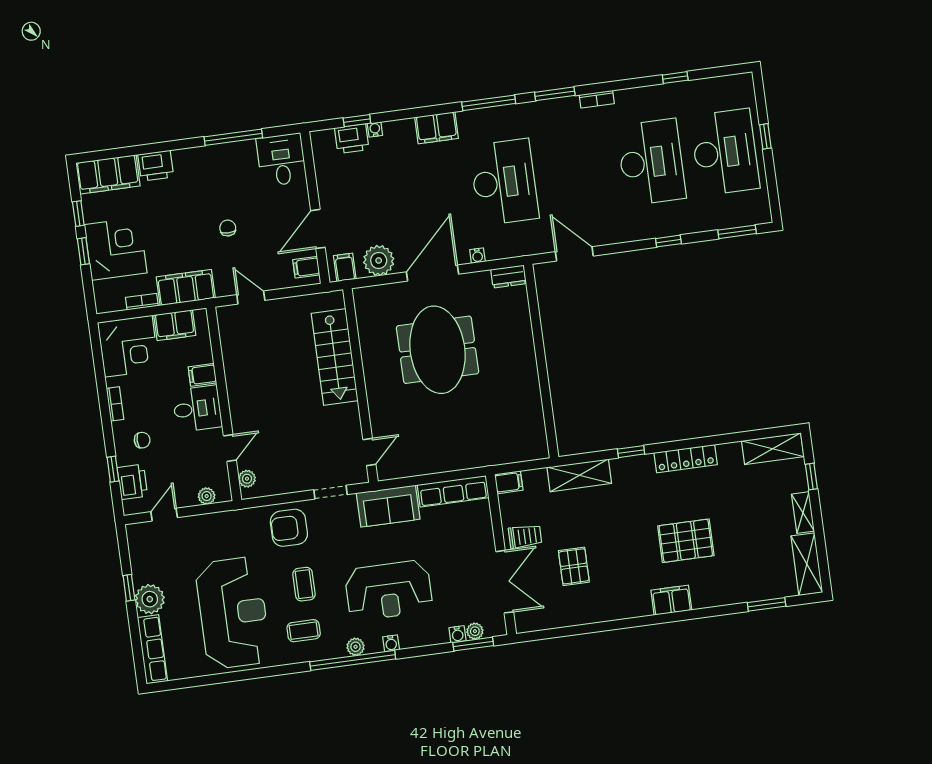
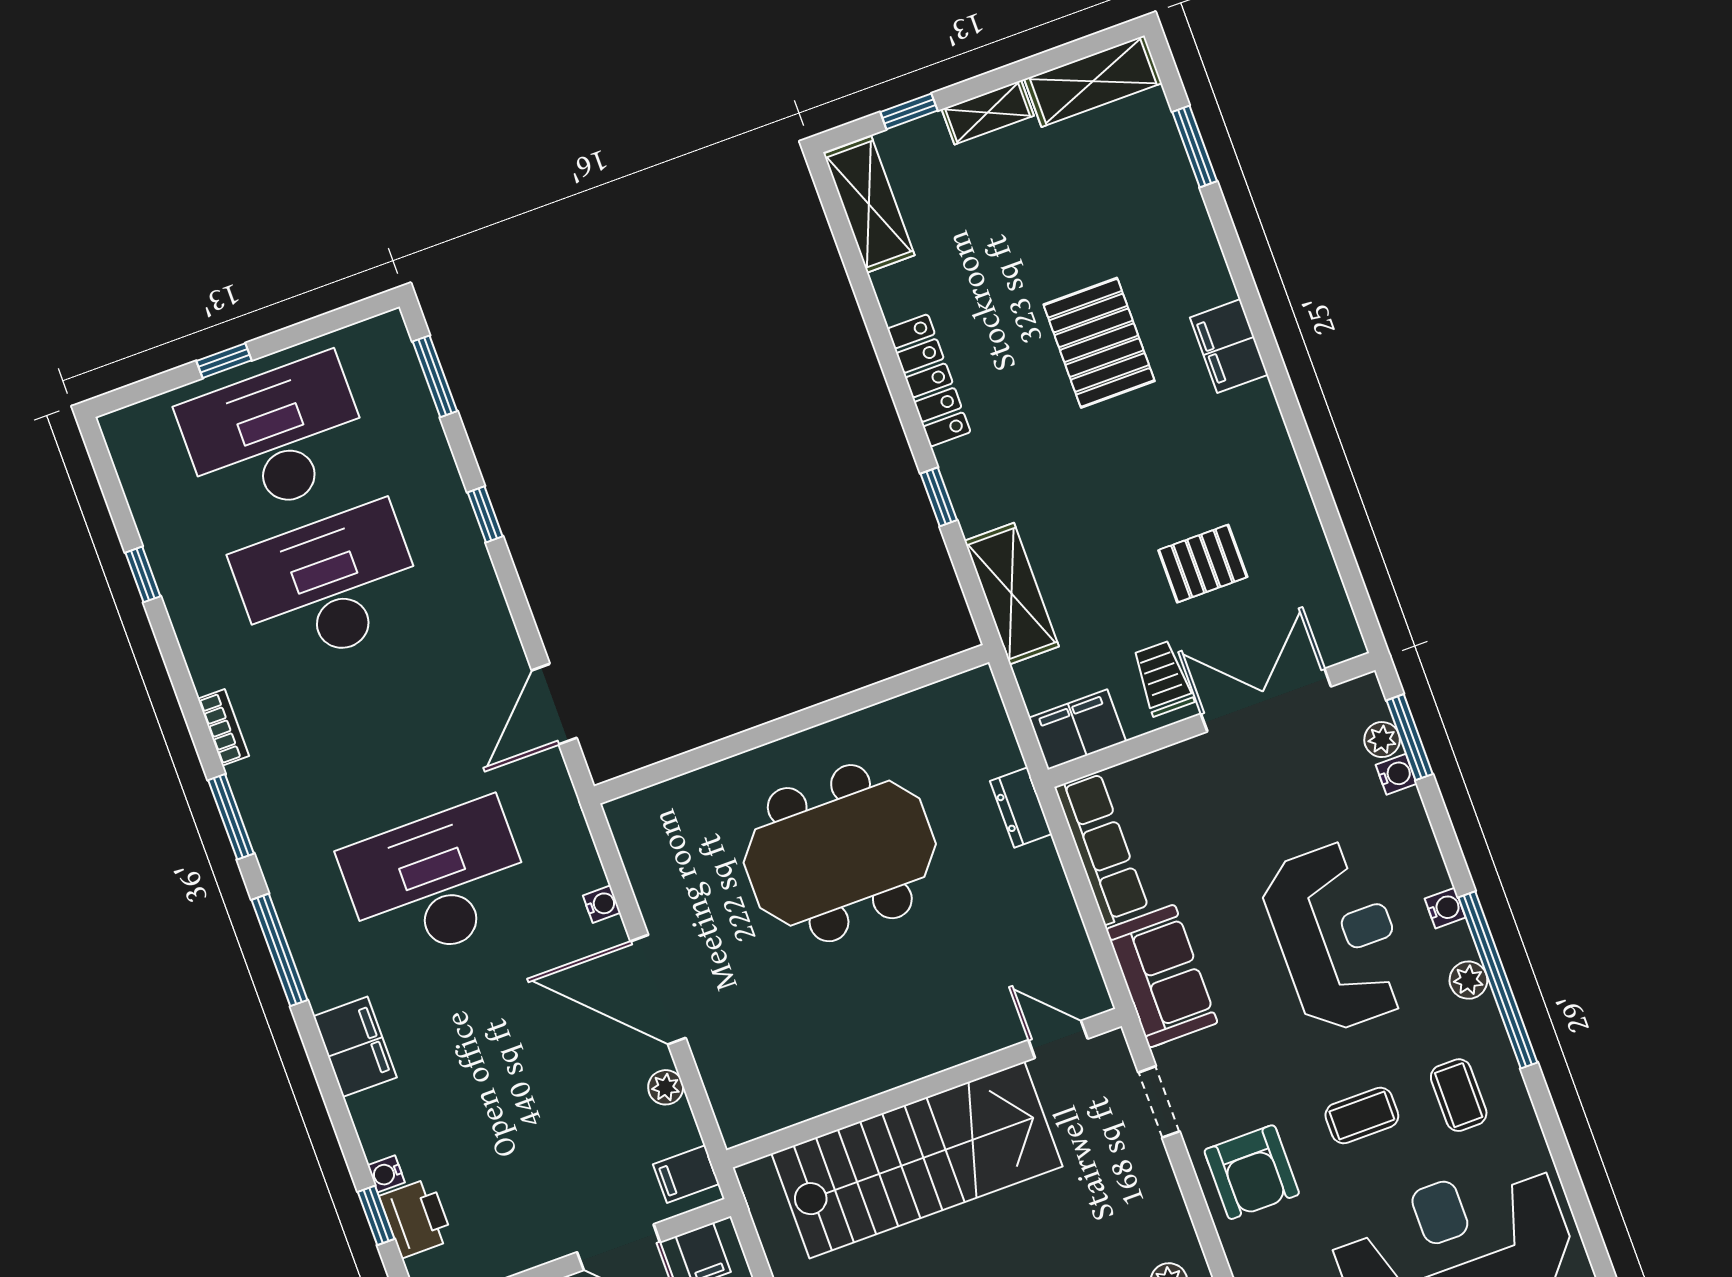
plant: (379, 260) -> (666, 1087), width x0.53, depth x0.53
dresser: (509, 277) -> (1021, 808), moved, turned 180
meeting table: (438, 350) -> (840, 853), moved
stairs: (335, 357) -> (917, 1160), width x1.36, depth x1.51
filing cabinet: (509, 482) -> (1077, 730), width x2.00

